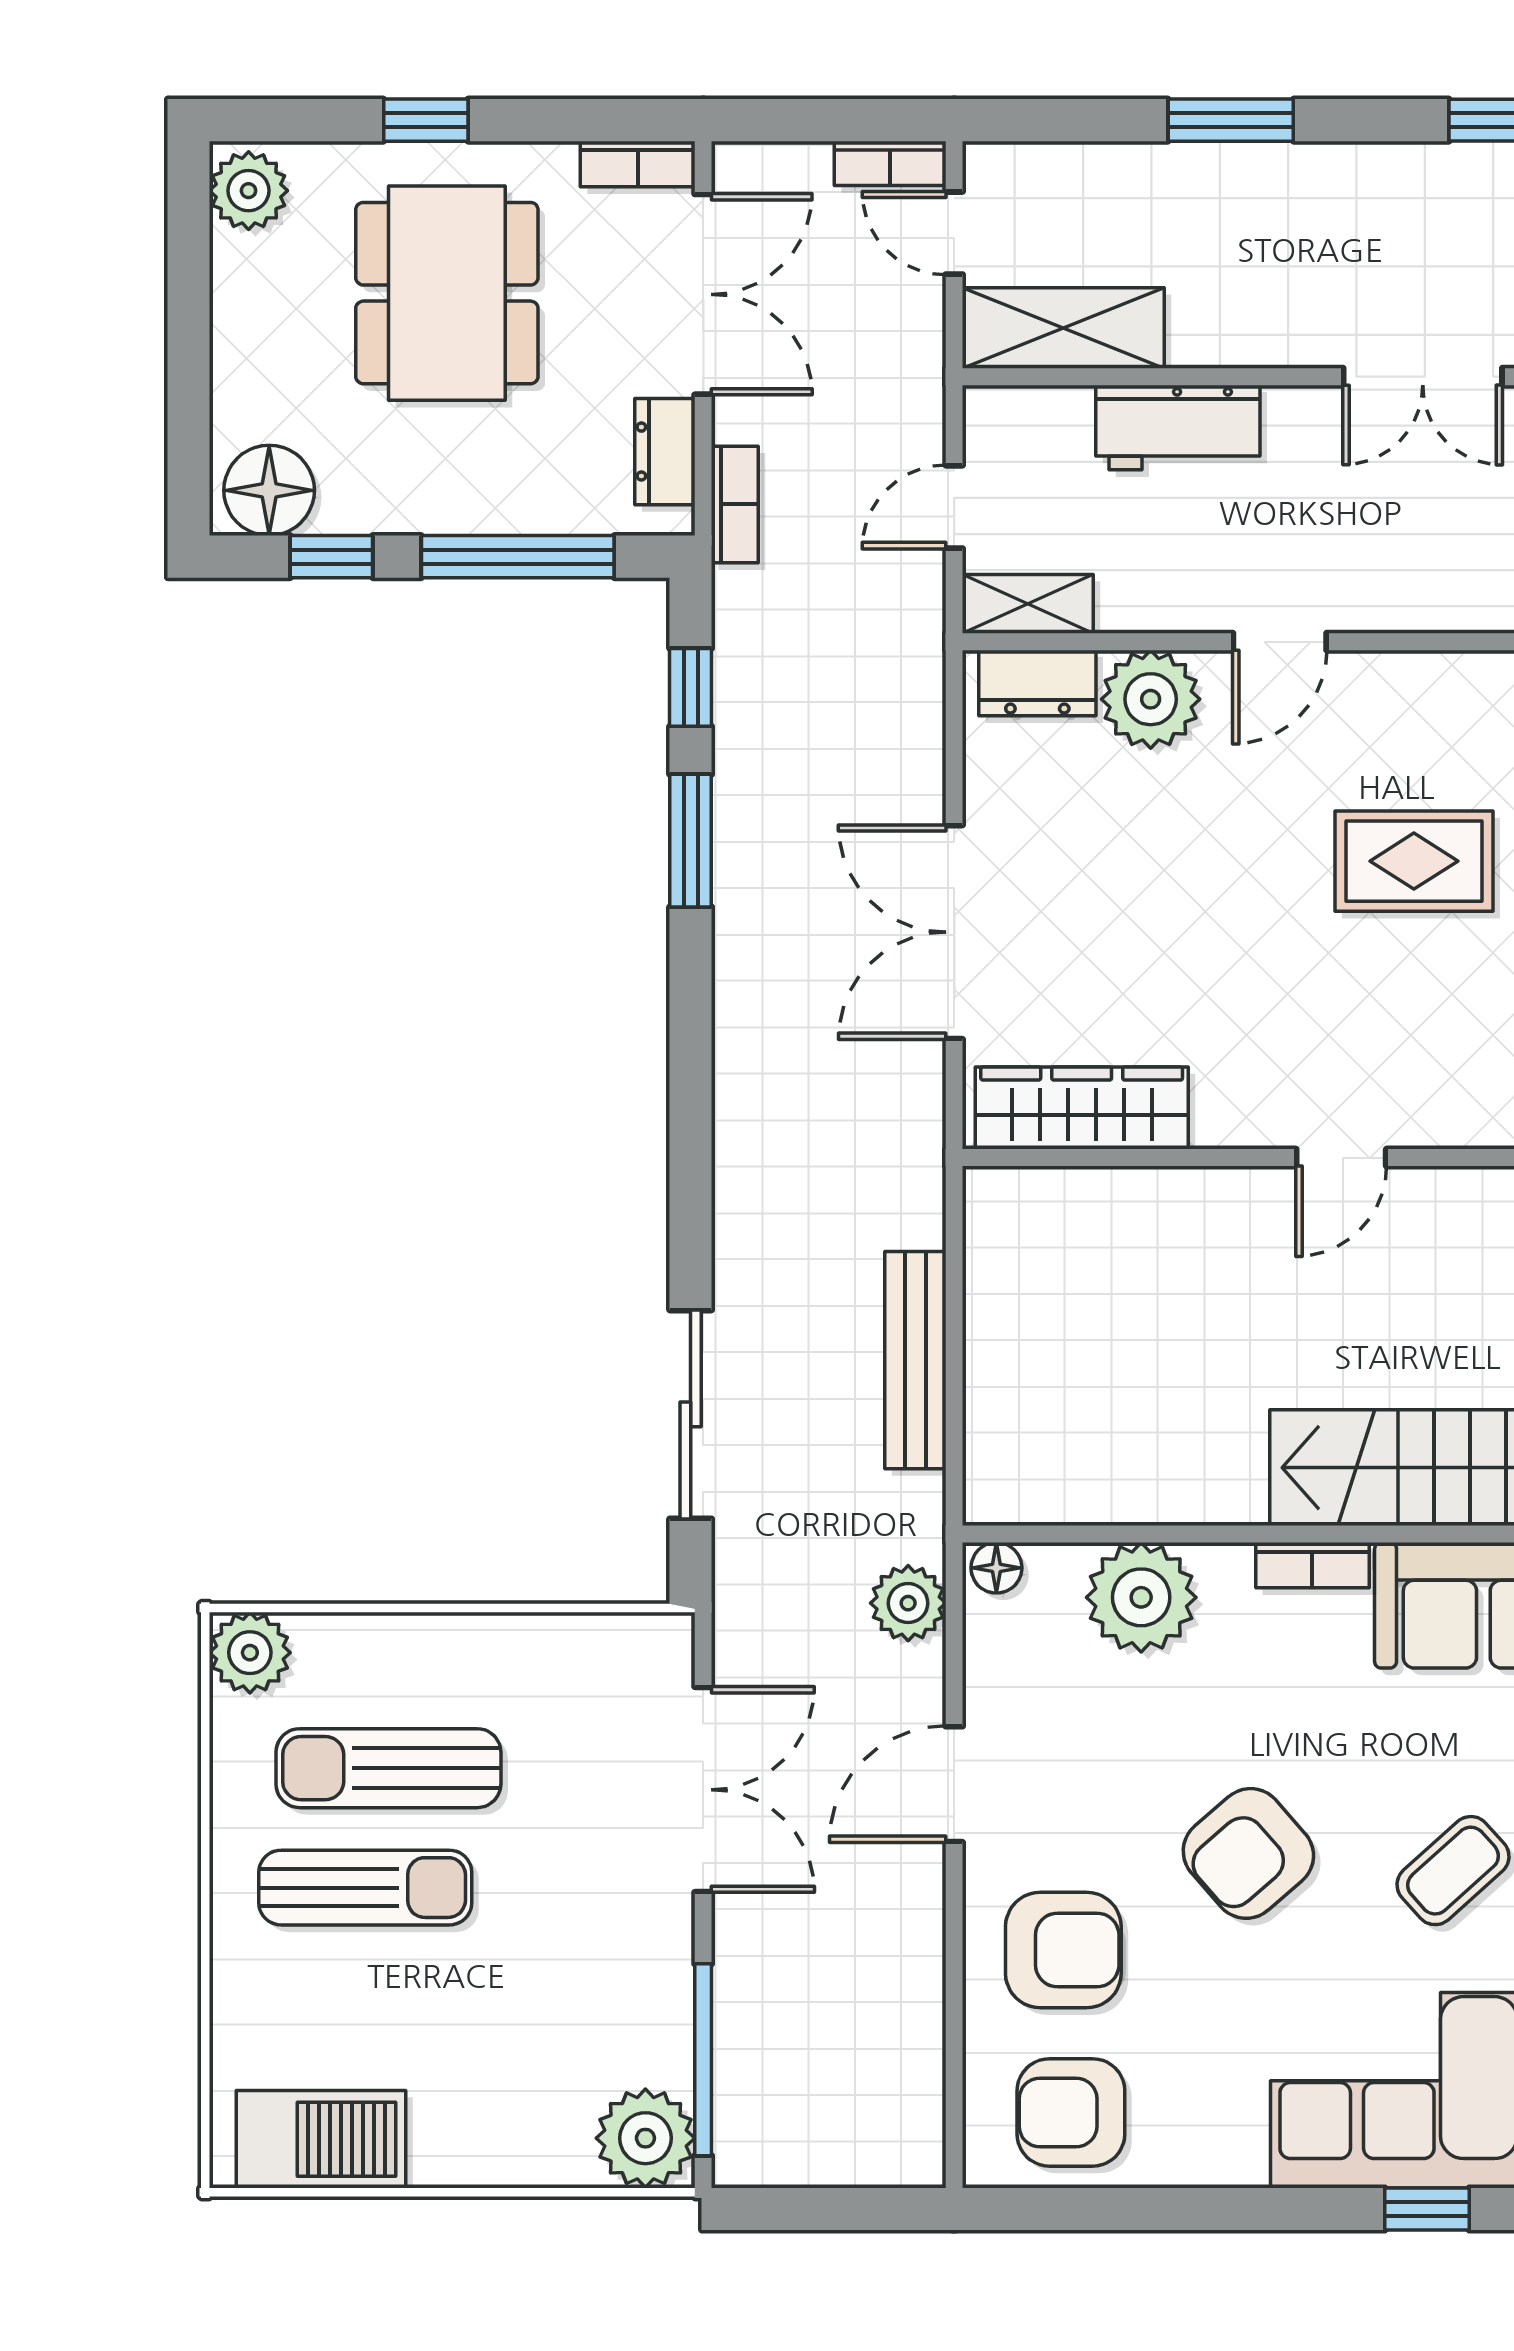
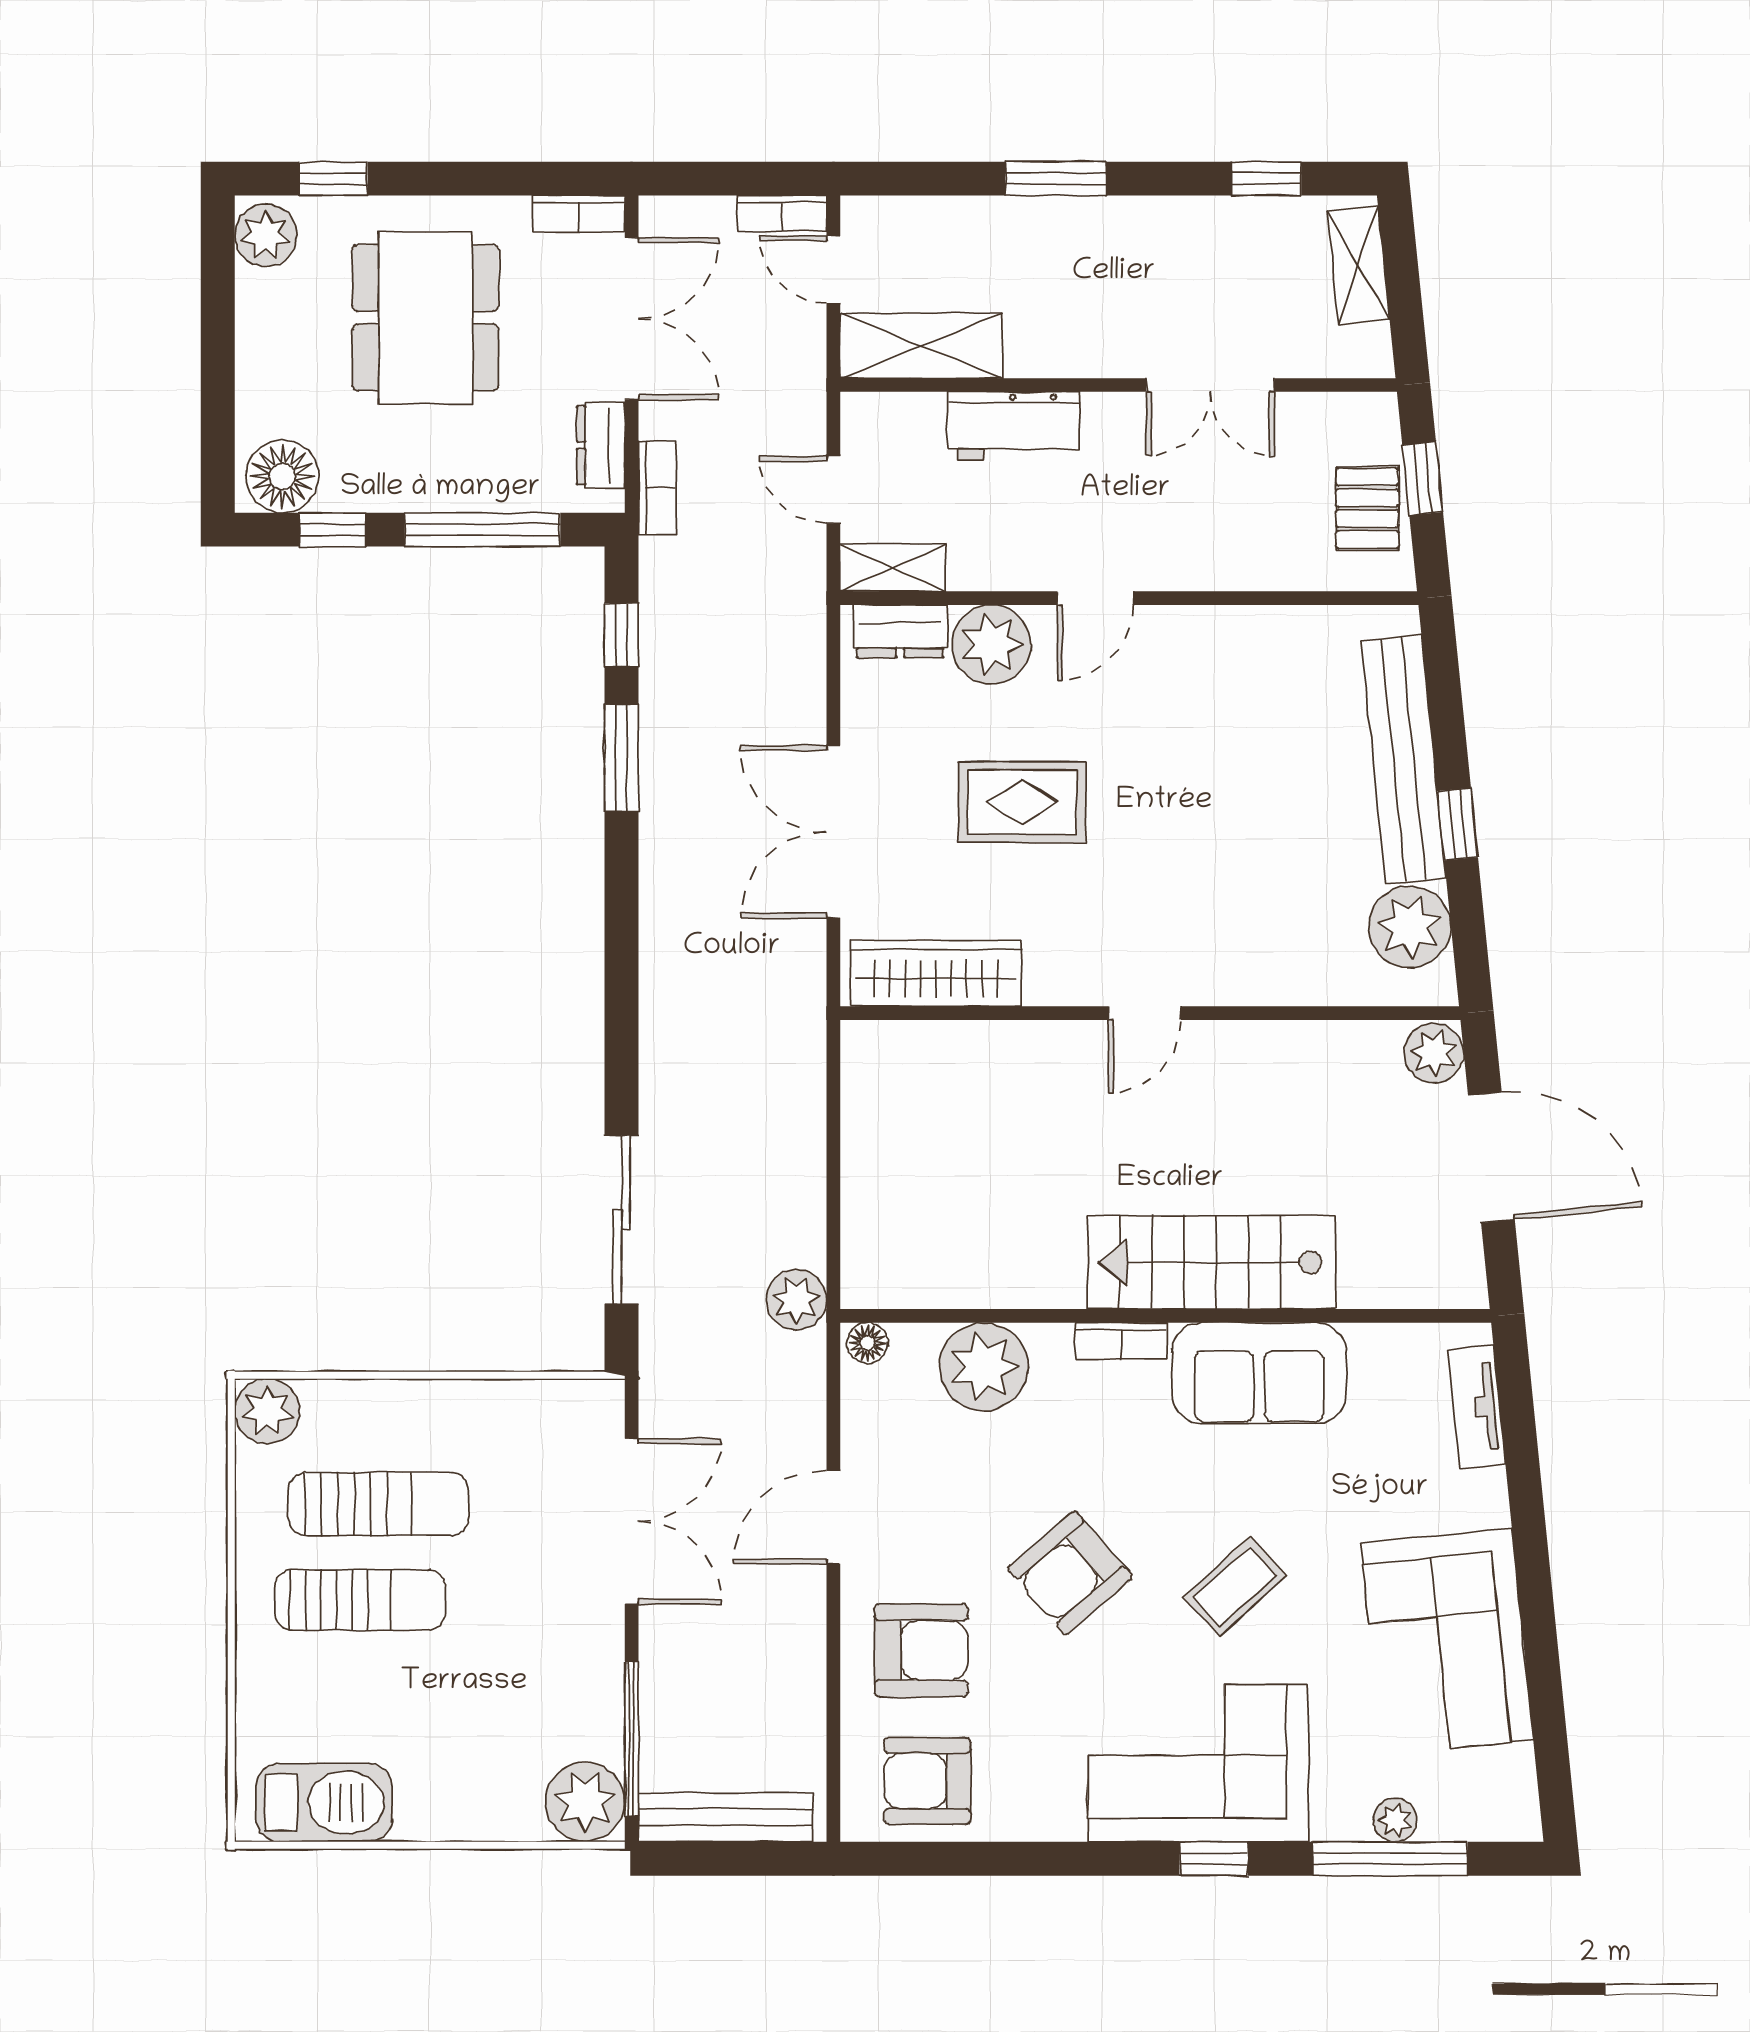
window: (426, 120) -> (333, 179), moved
door: (954, 507) -> (833, 490), hinge flipped
rug: (1414, 861) -> (1022, 802), moved
bench: (915, 1360) -> (726, 1817), moved, turned 90
plant: (908, 1603) -> (796, 1300), moved
sun lounger: (388, 1768) -> (378, 1504), turned 180

